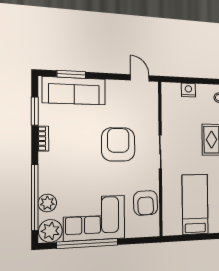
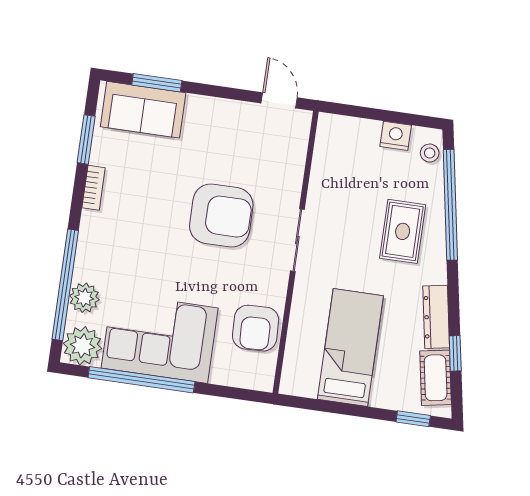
nightstand: (188, 90) -> (396, 136), moved
sofa: (74, 91) -> (143, 110), width x0.73
armchair: (118, 144) -> (221, 215), turned 90

